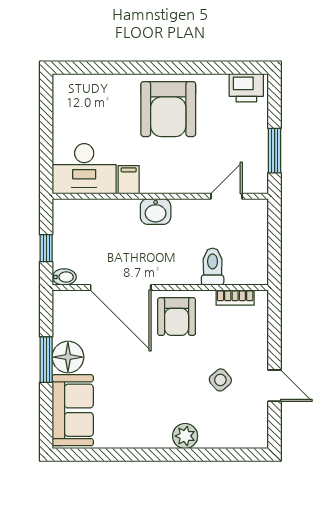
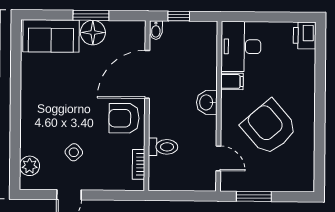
printer: (246, 88) -> (305, 35), moved
armchair: (168, 109) -> (269, 127), moved, turned 49
plant: (185, 436) -> (30, 166), moved

